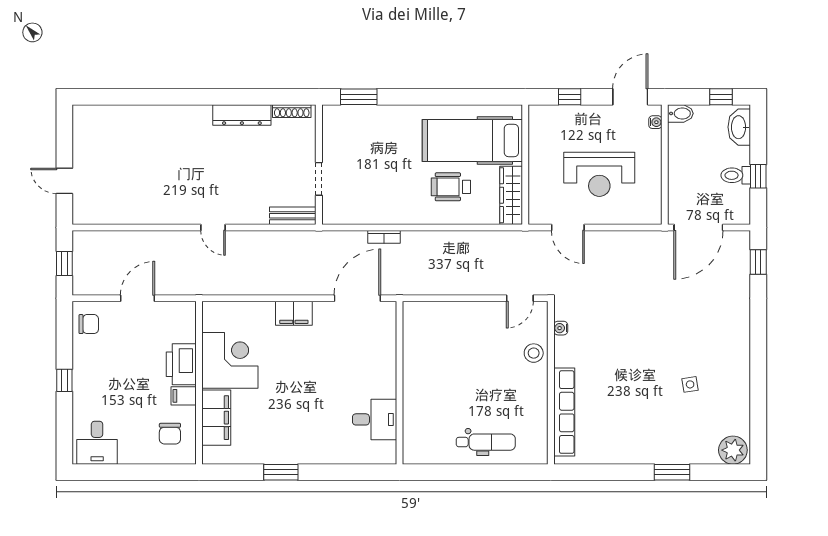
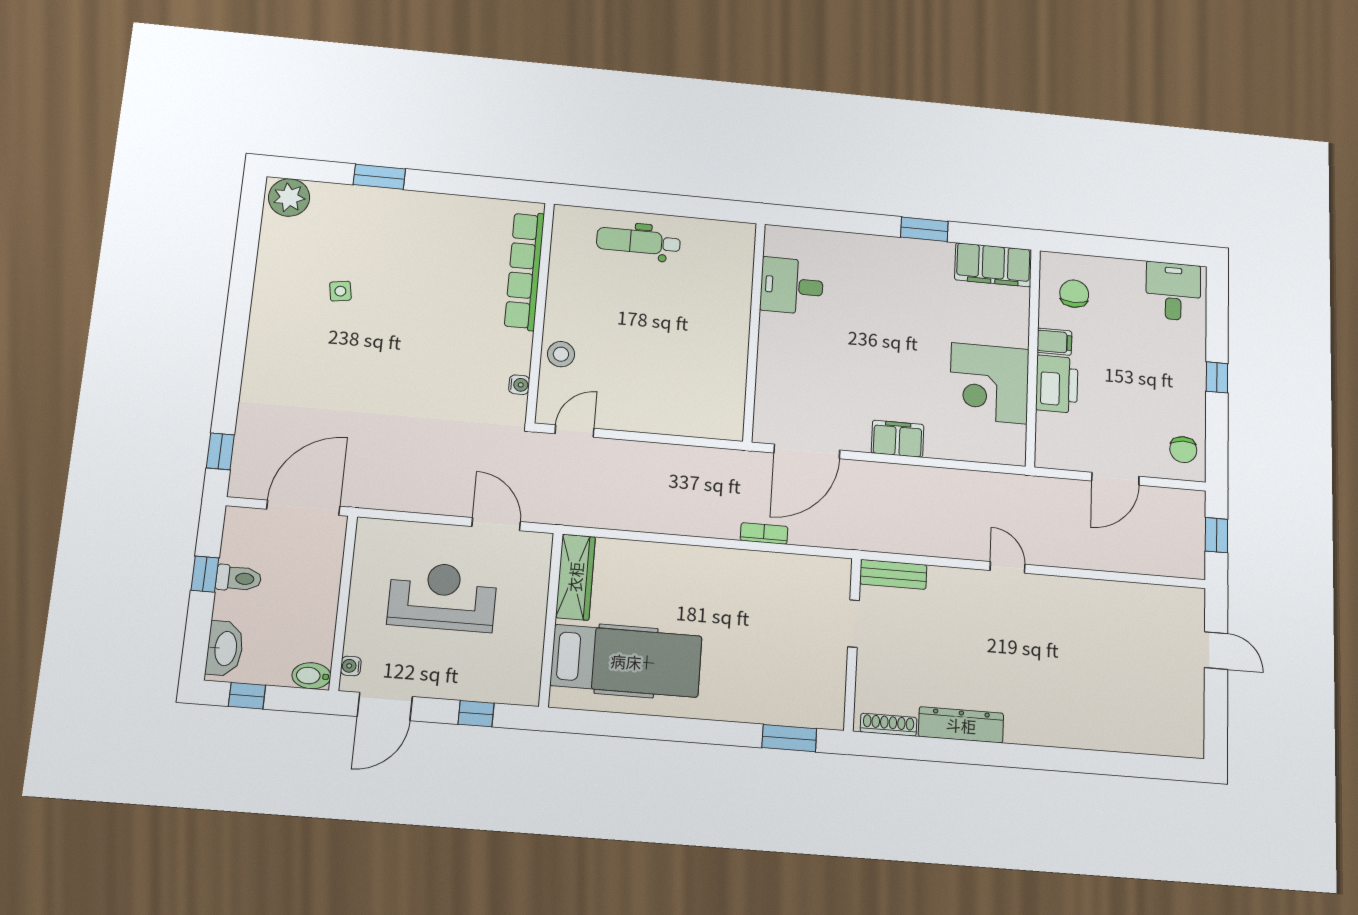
wheelchair: (451, 187) -> (662, 596), removed
chair: (89, 324) -> (1183, 450), turned -92
filing cabinet: (216, 418) -> (993, 265), moved, turned -90

